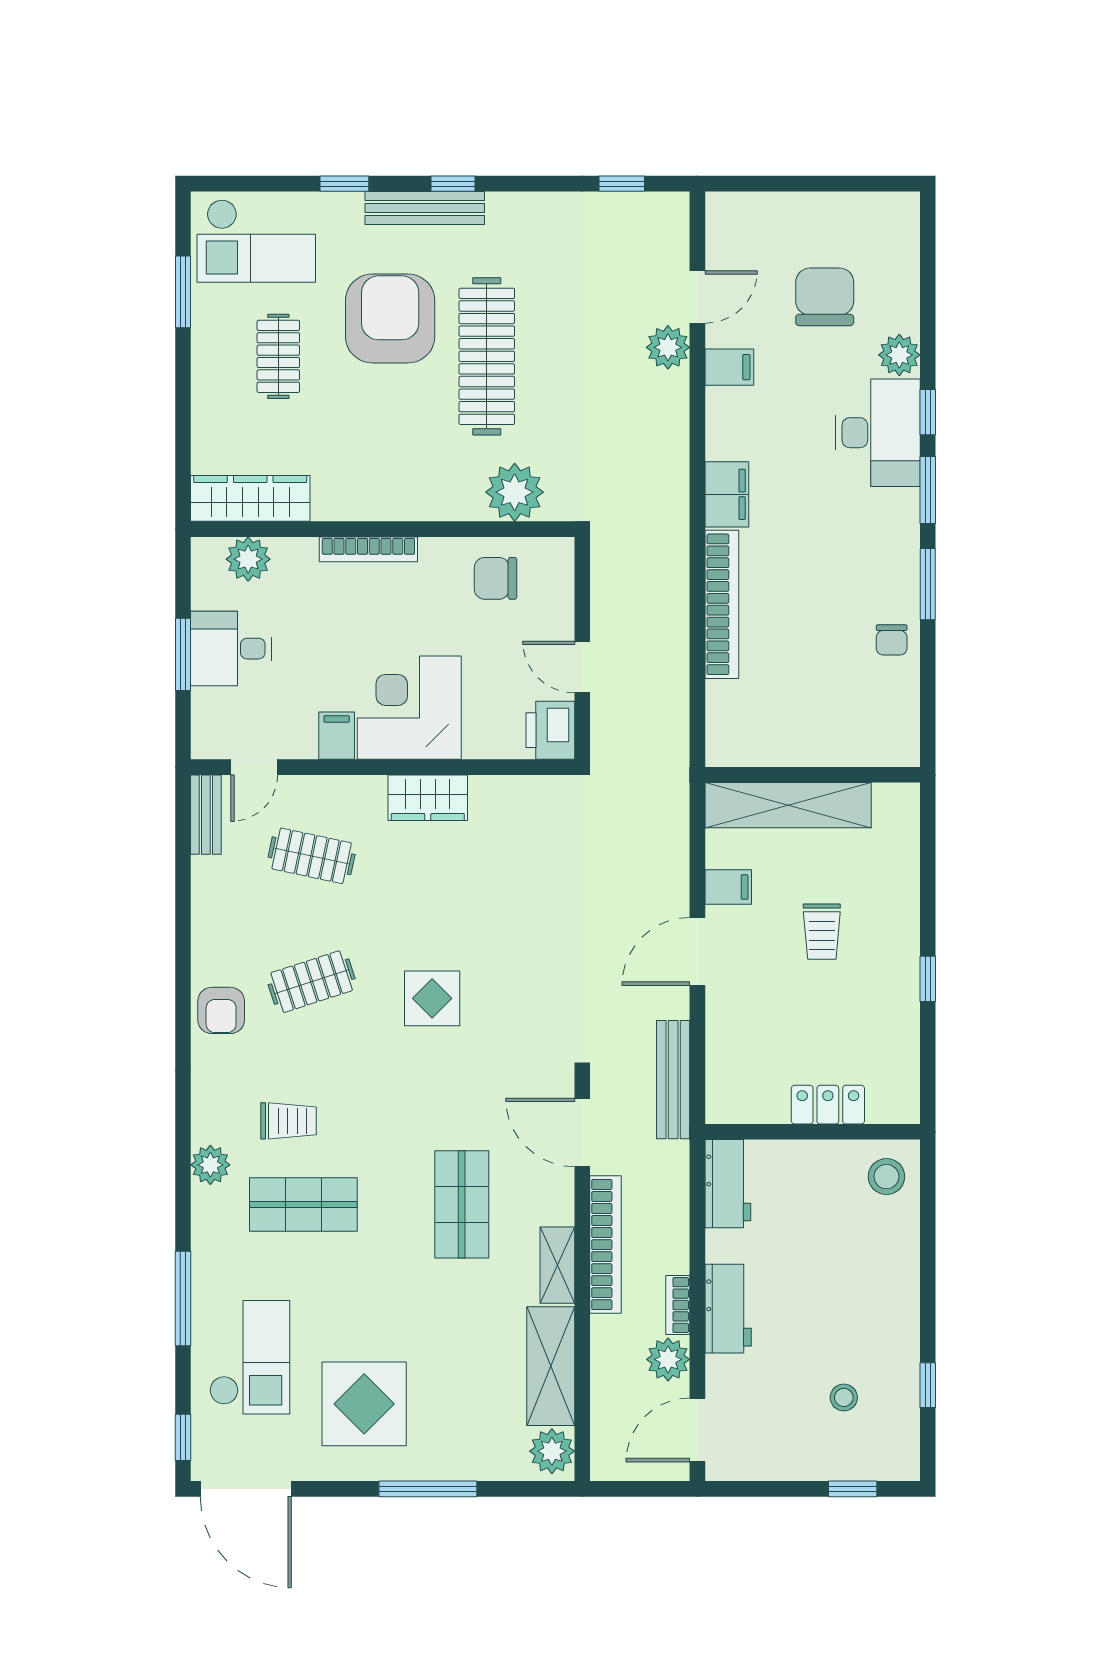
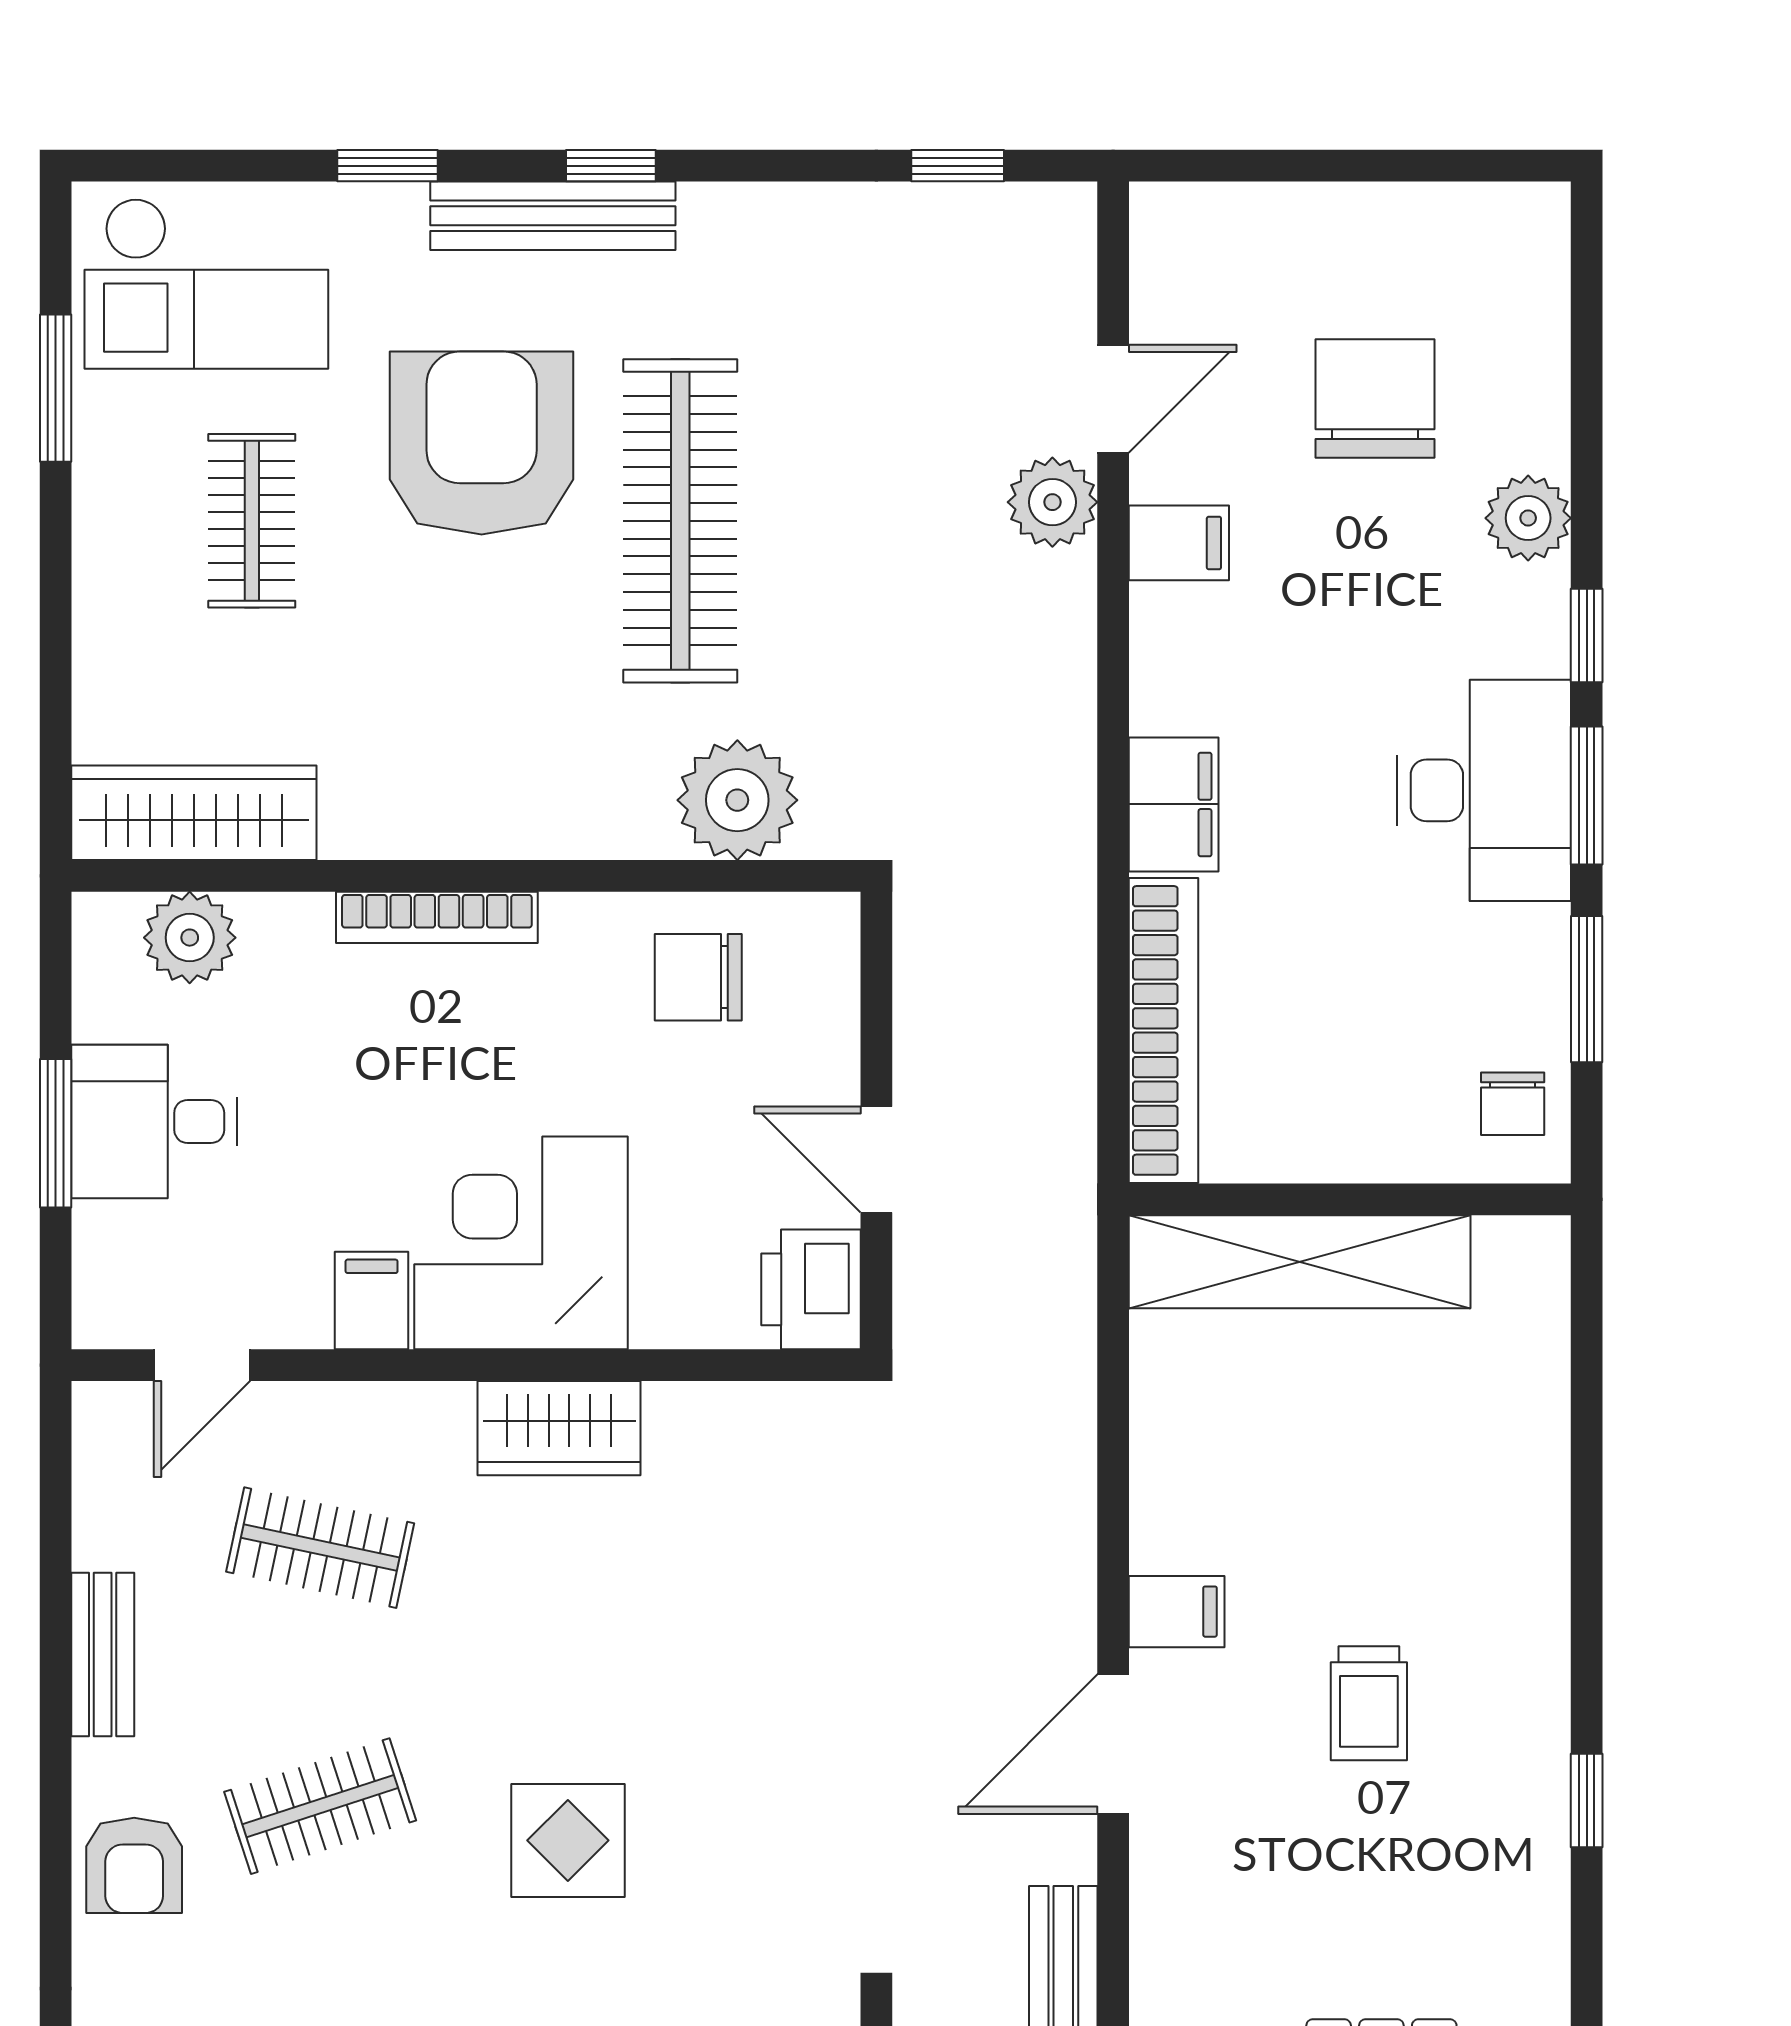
desk: (878, 433) -> (1484, 790), moved
wall: (813, 775) -> (1350, 1199), moved
shelving: (788, 805) -> (1300, 1262), moved
bench: (206, 815) -> (103, 1654), moved

